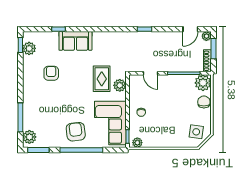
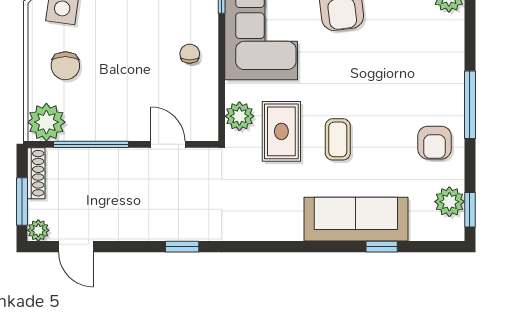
door: (190, 29) -> (76, 247), swing flipped
sofa: (75, 41) -> (356, 219), width x1.36
armchair: (51, 73) -> (434, 143), moved
coffee table: (77, 75) -> (338, 139), added
chair: (204, 102) -> (65, 66), moved
window: (20, 117) -> (470, 105), moved

